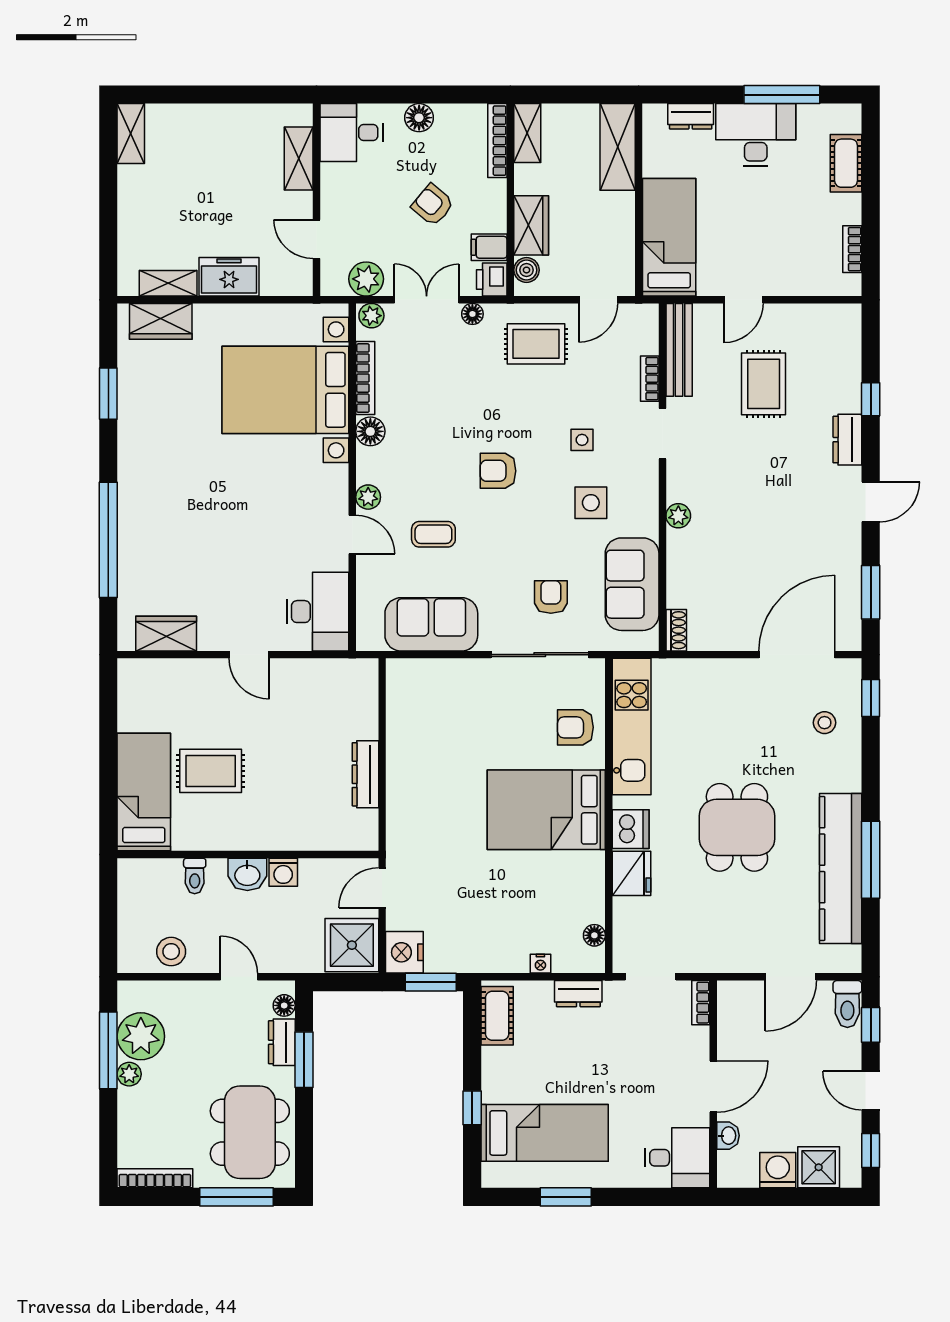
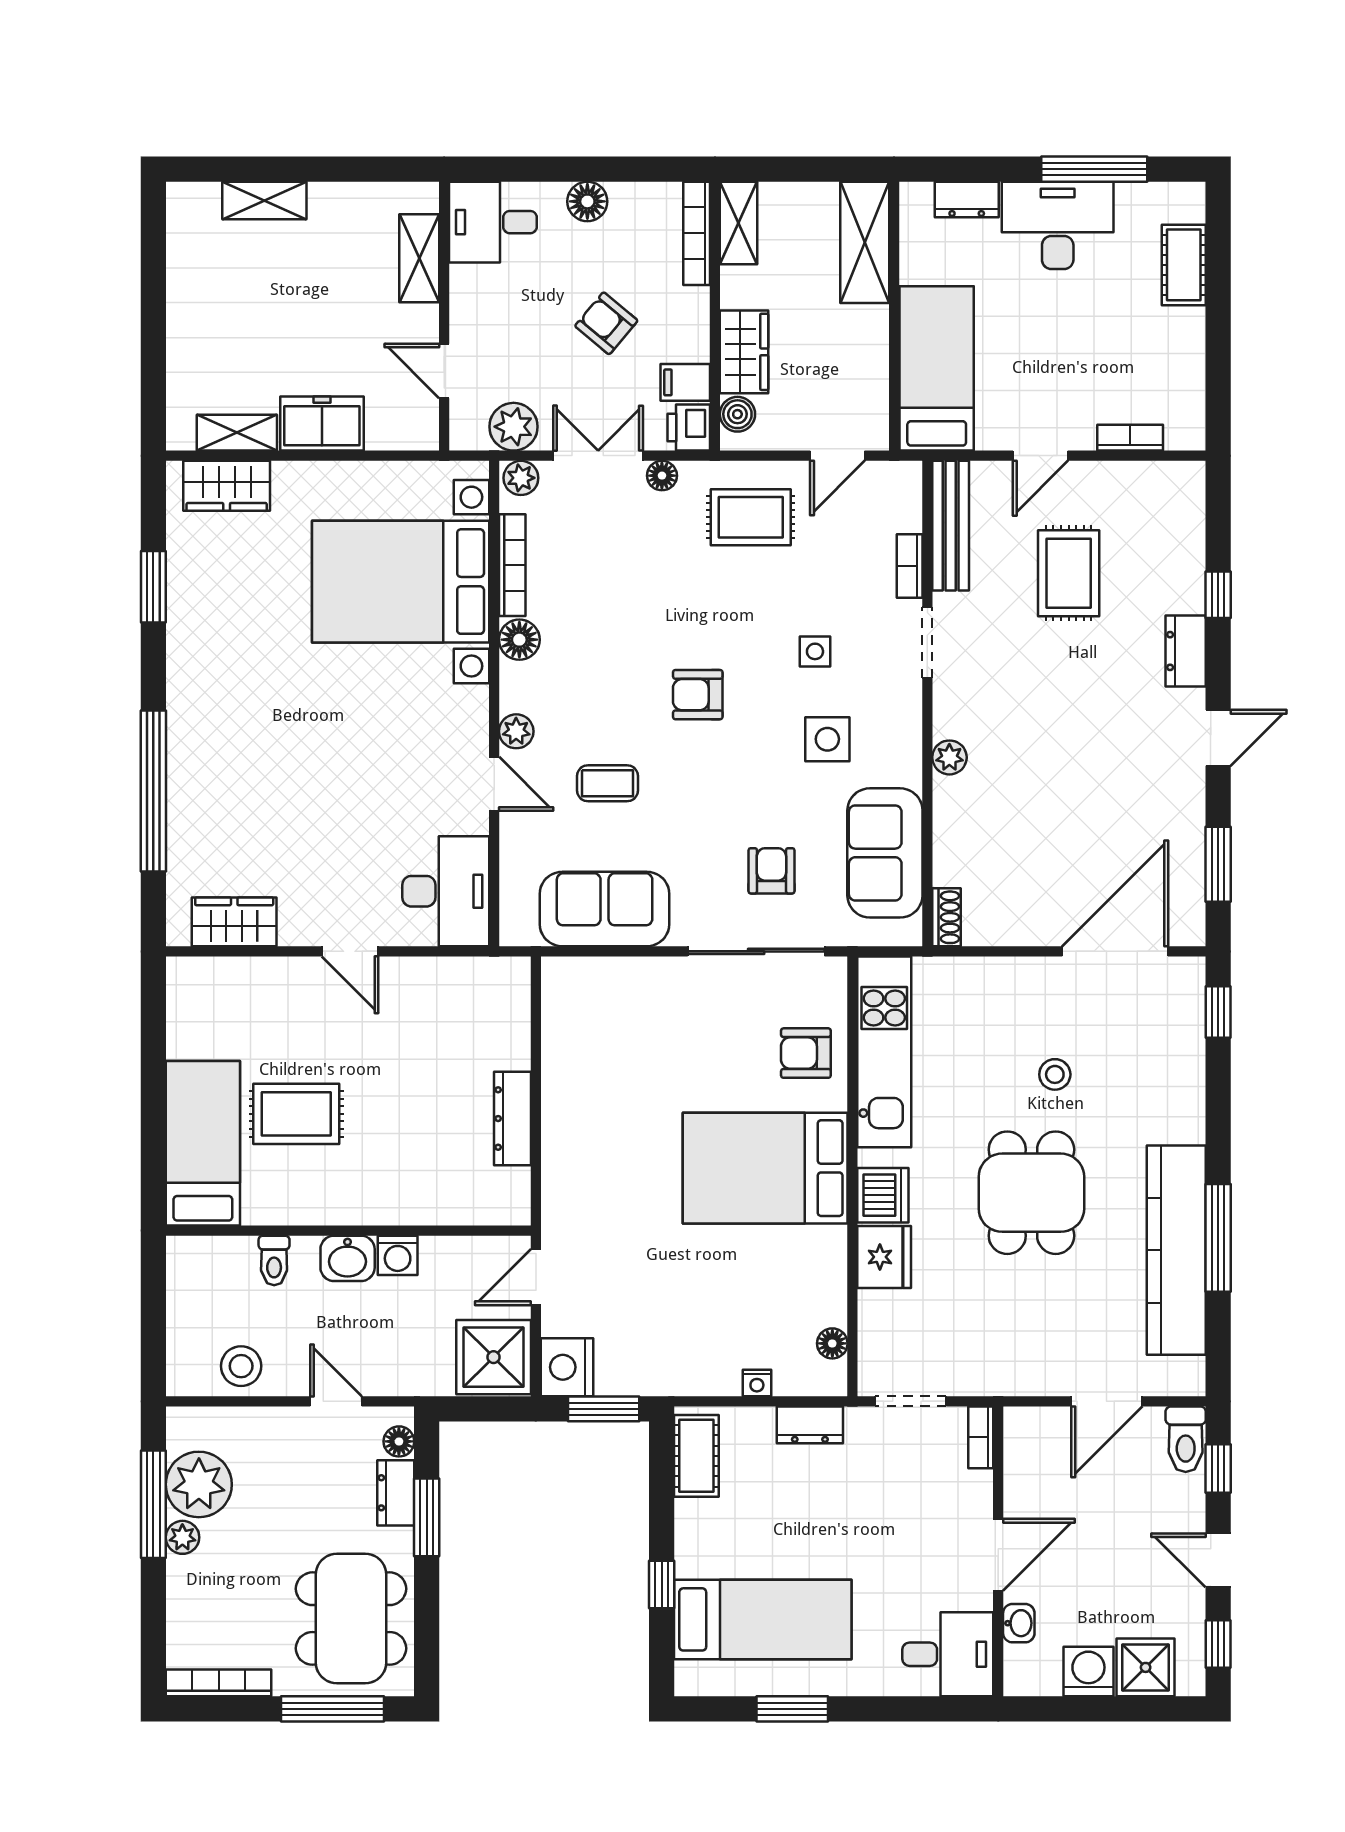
shelving: (131, 134) -> (264, 200), moved, turned 90
bookcase: (852, 249) -> (1130, 438), moved, turned 90
stool: (825, 723) -> (1055, 1074), moved

